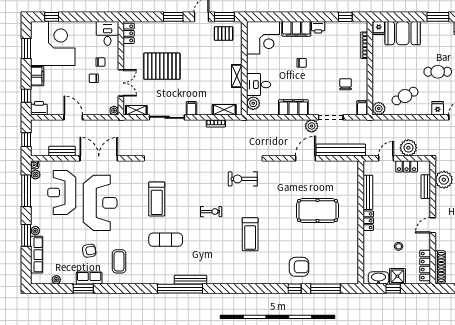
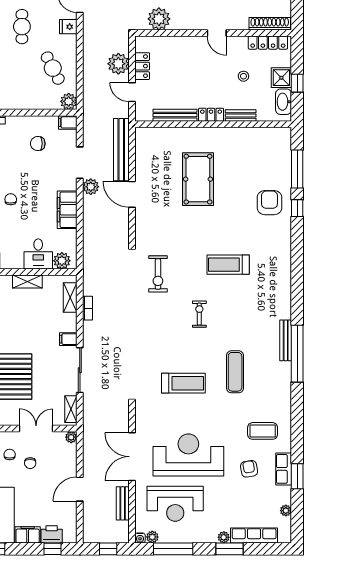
printer: (39, 108) -> (52, 534), moved, turned 90
bench: (426, 187) -> (241, 115), moved
treadmill: (250, 234) -> (228, 265), turned 180

